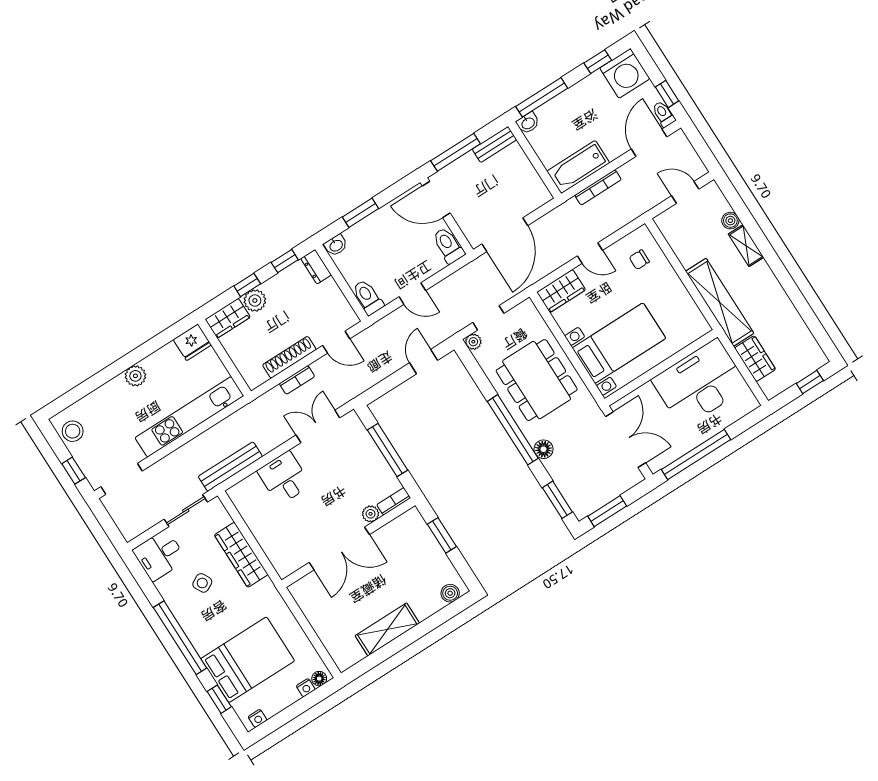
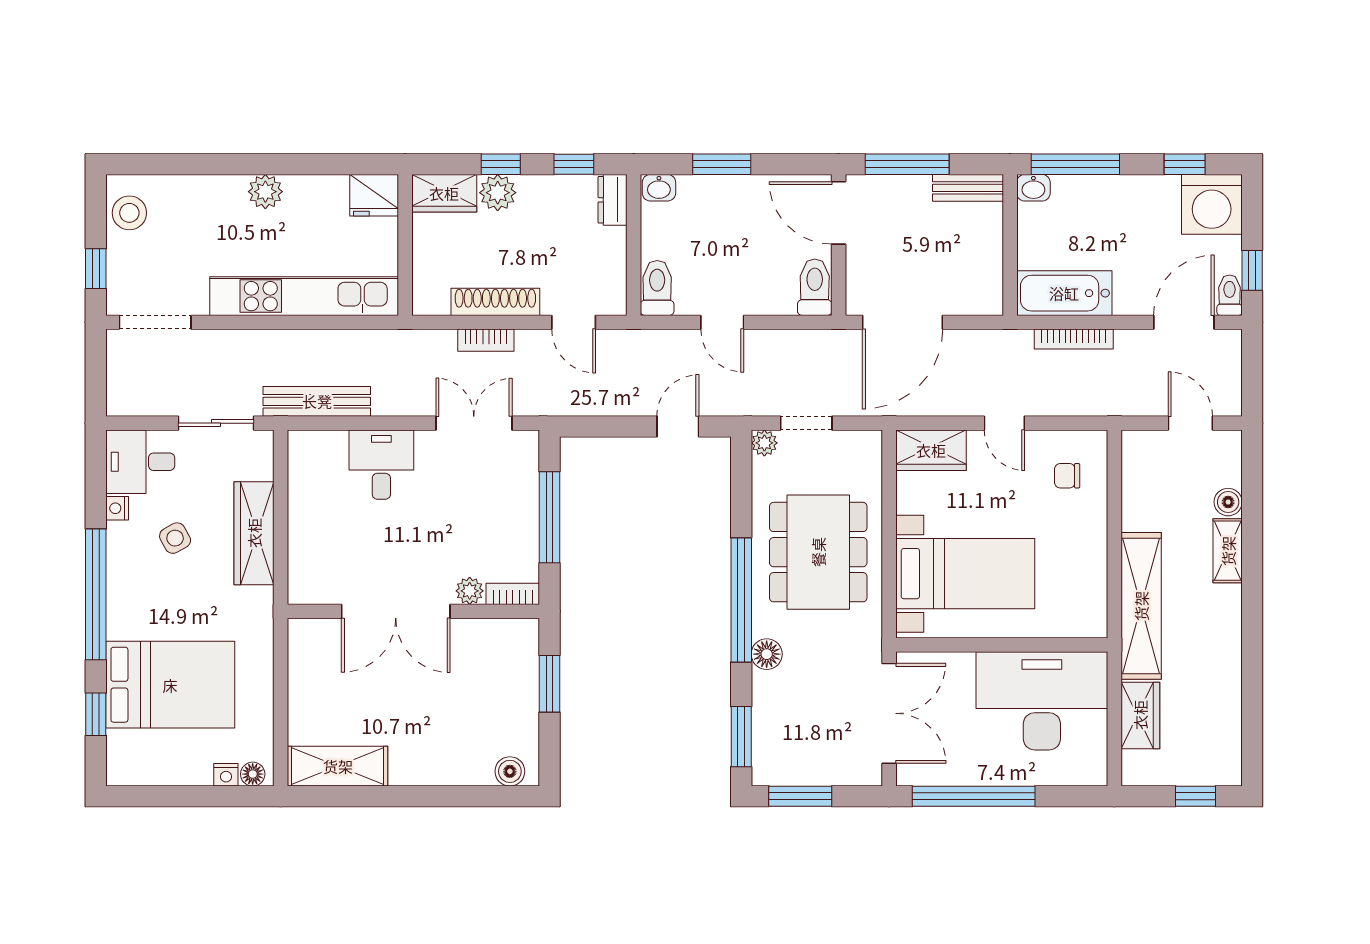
shelving: (387, 629) -> (338, 766), moved
nightstand: (258, 718) -> (117, 508), moved, turned 90

